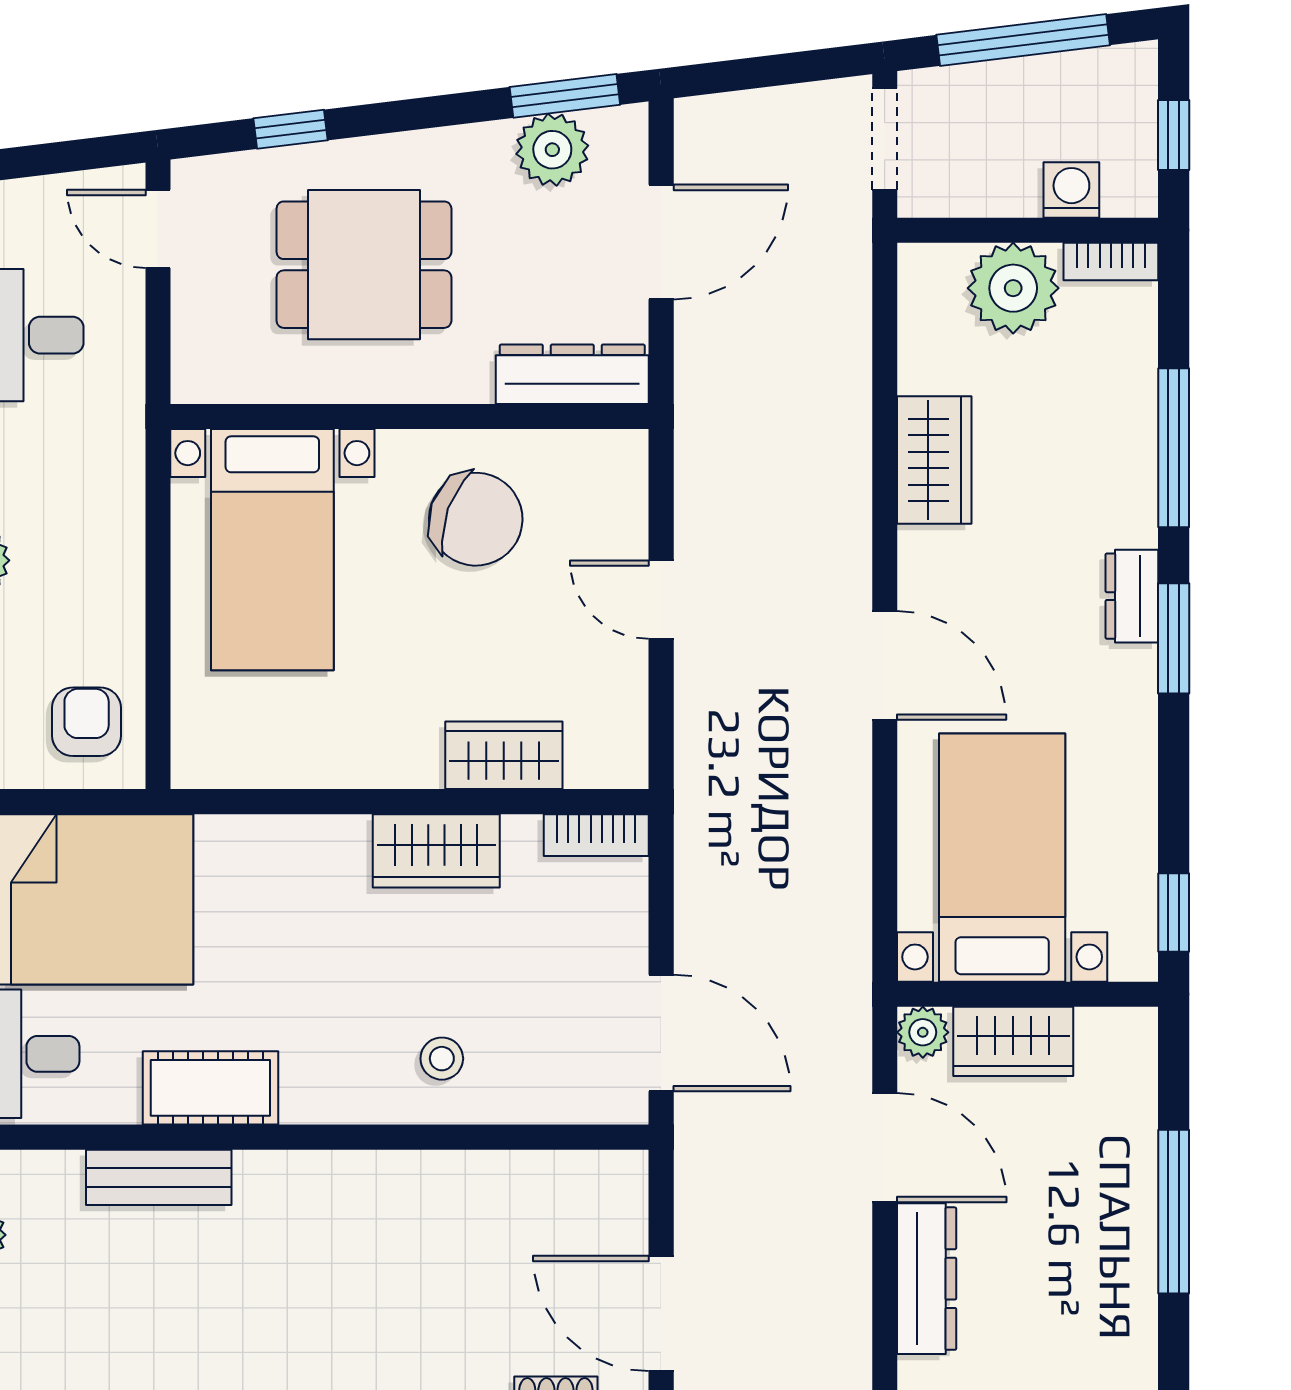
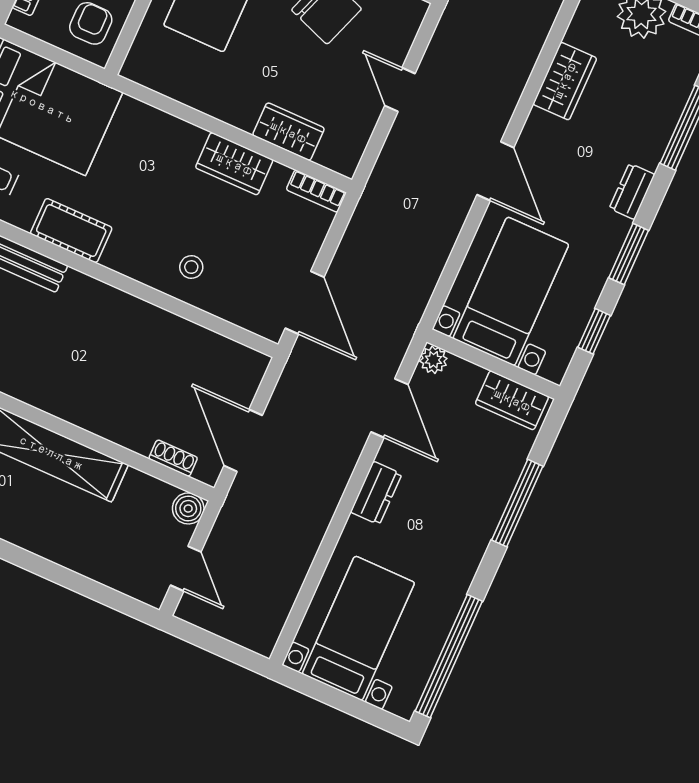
window: (1174, 638) -> (629, 254), moved
window: (1174, 913) -> (594, 331), moved
wardrobe: (1013, 1041) -> (512, 400), moved
dresser: (927, 1279) -> (376, 493), width x0.70

